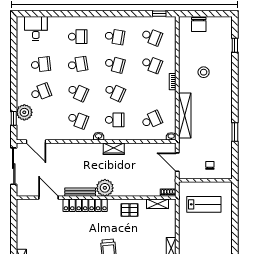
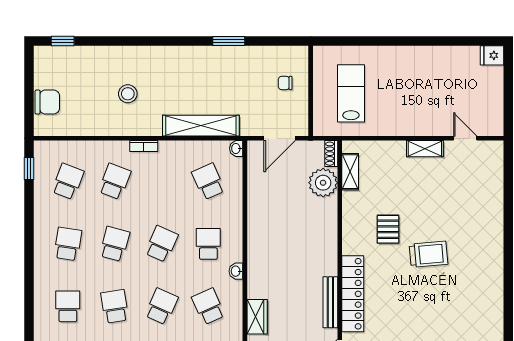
window: (235, 45) -> (63, 41), moved
school desk: (78, 120) -> (208, 306), turned -45
wardrobe: (114, 149) -> (257, 317), moved
plant: (105, 188) -> (323, 183), moved
pallet: (130, 210) -> (388, 229), moved

